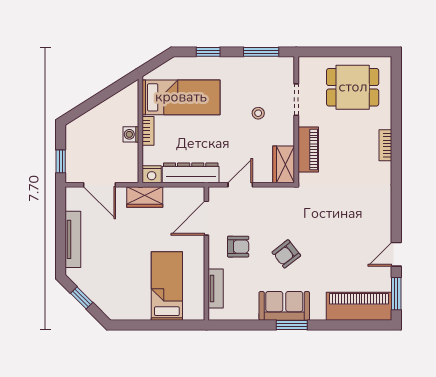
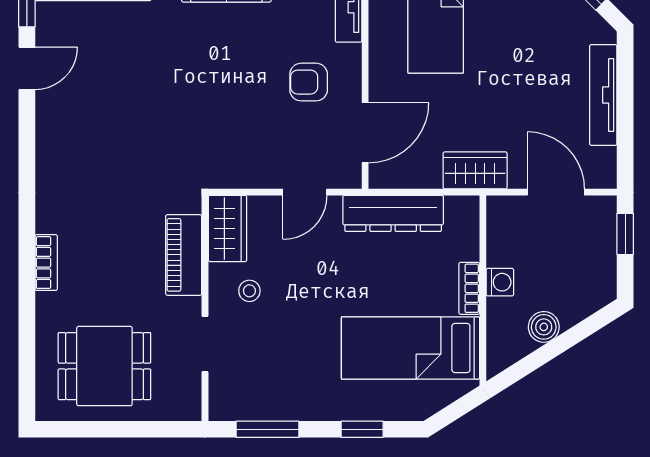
boiler: (106, 109) -> (544, 327), added
stool: (258, 113) -> (249, 291), moved
nightstand: (152, 174) -> (463, 211), removed
armchair: (286, 254) -> (223, 69), removed

